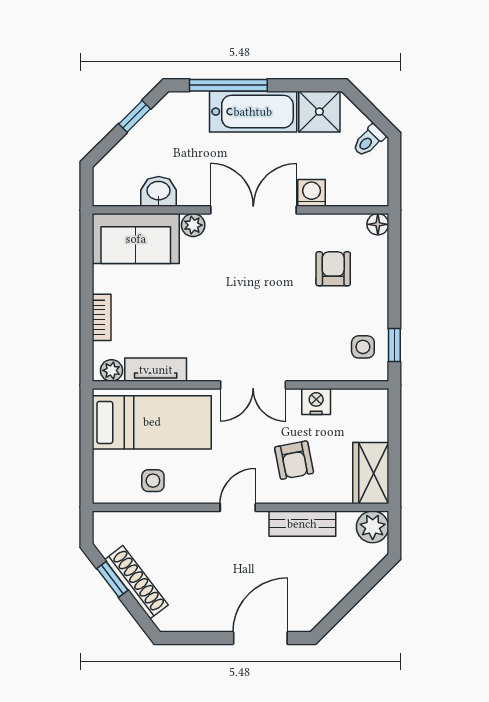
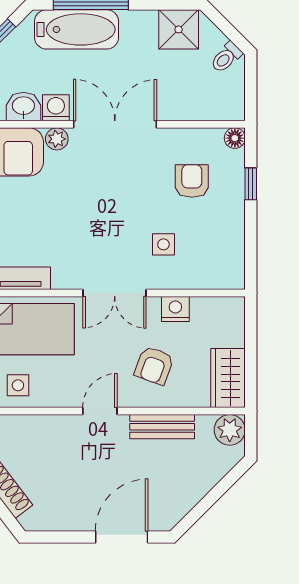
bathtub: (253, 112) -> (77, 29), moved
washing machine: (312, 193) -> (56, 108), moved
window: (394, 345) -> (251, 184), moved
side table: (363, 347) -> (163, 244), moved
armchair: (294, 460) -> (154, 366), turned 31

